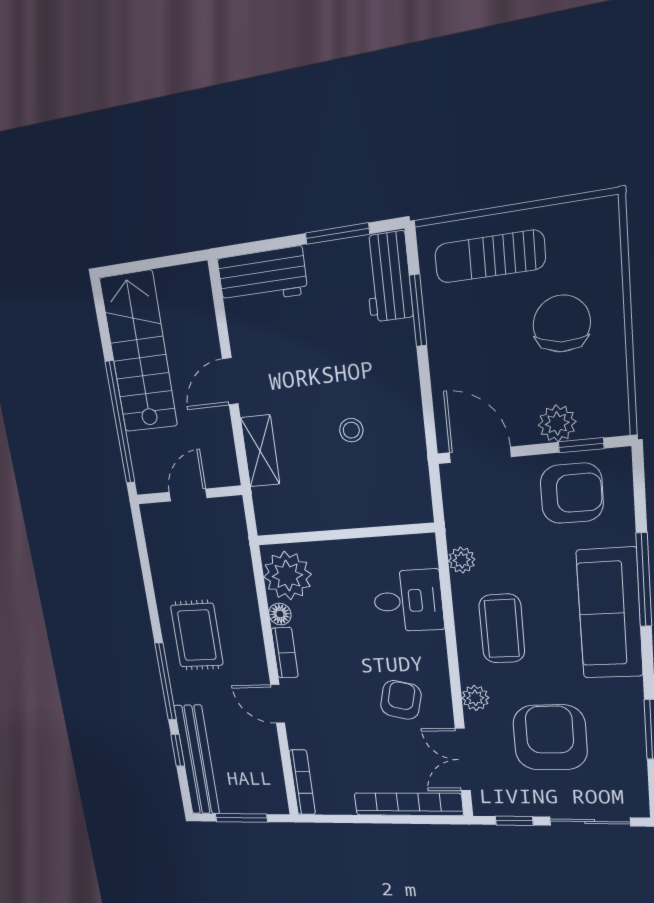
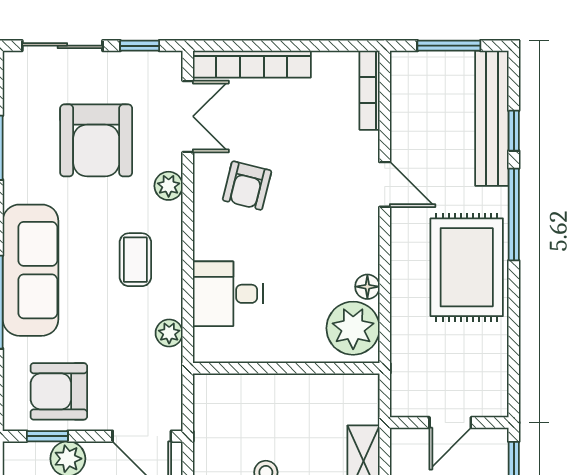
coffee table: (502, 629) -> (135, 260), width x0.73, depth x0.77
rug: (197, 635) -> (467, 267), width x1.36, depth x1.43
bookcase: (285, 653) -> (368, 243), removed

